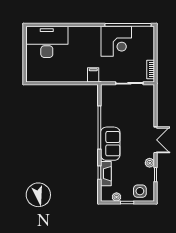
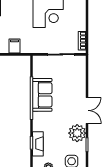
filing cabinet: (93, 75) -> (14, 46), moved
sofa: (110, 144) -> (42, 95), moved
plant: (150, 163) -> (77, 133), width x1.88, depth x1.88

